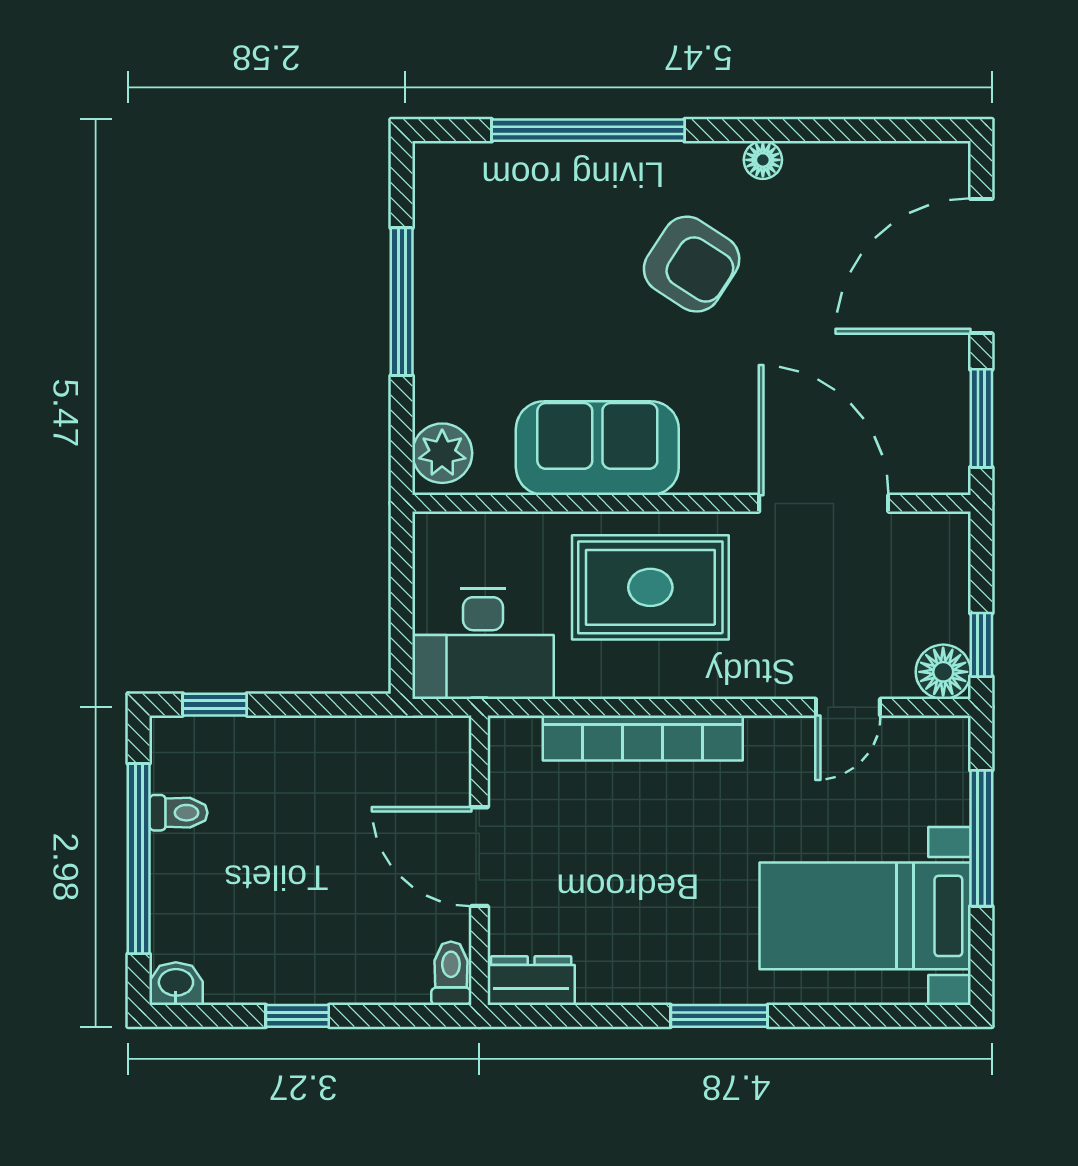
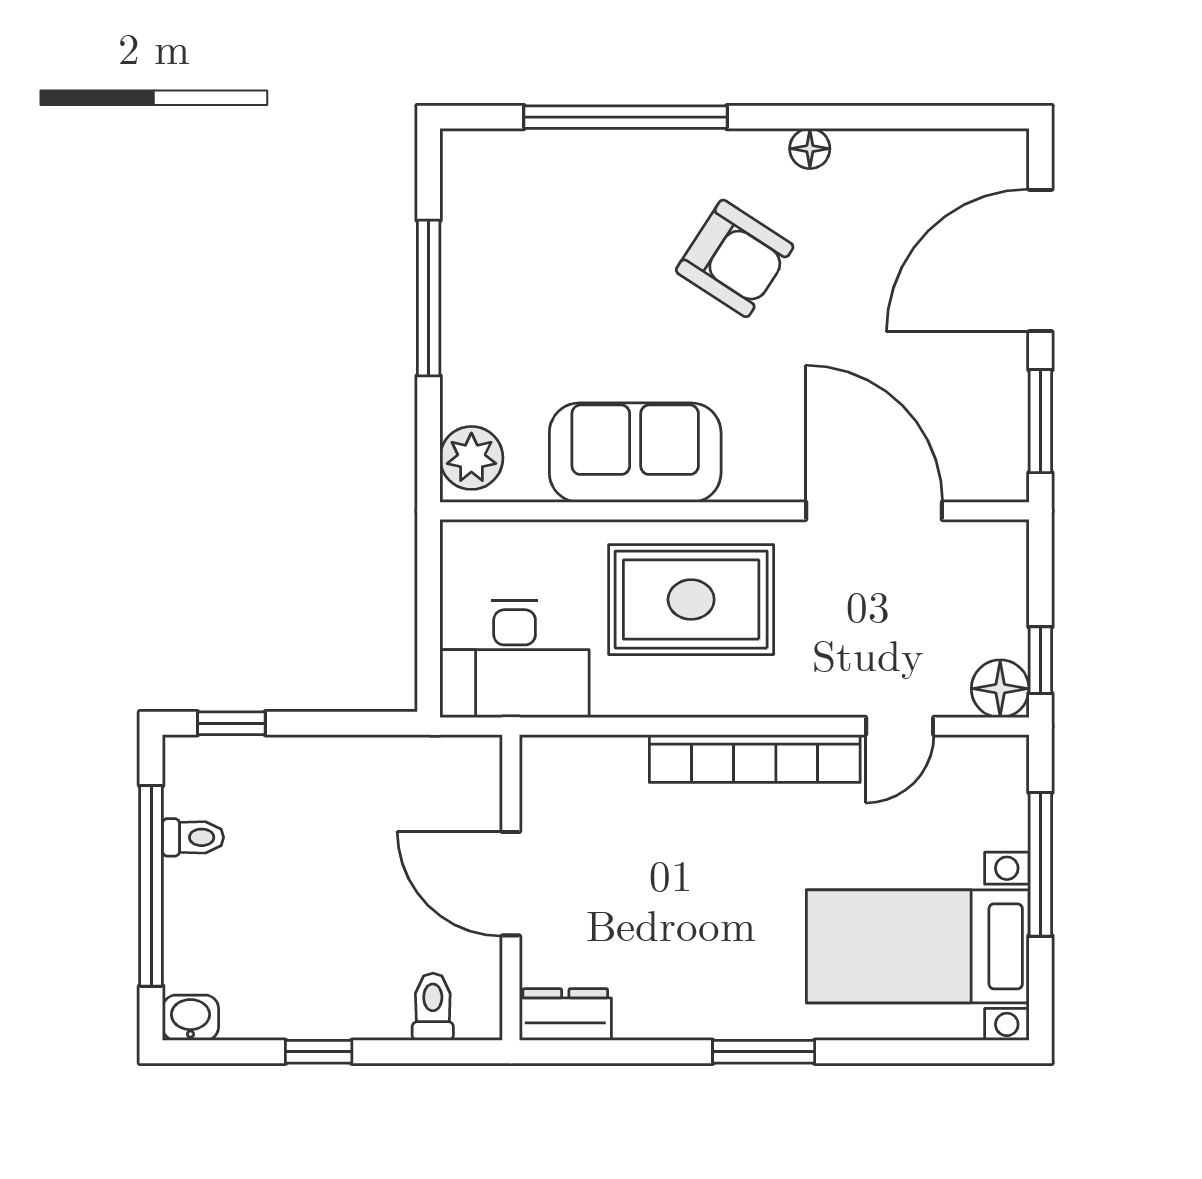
bookcase: (643, 738) -> (755, 758), moved
toilet: (451, 973) -> (433, 1007), moved

